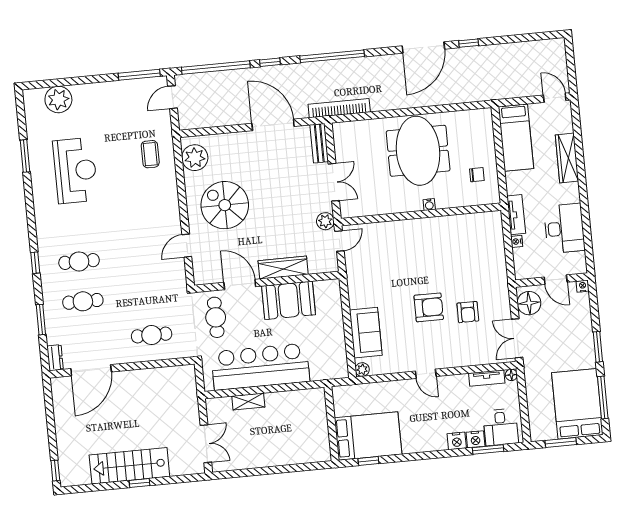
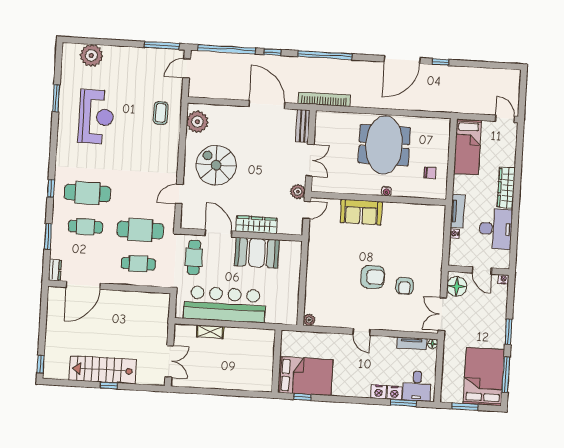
wardrobe: (567, 158) -> (506, 188), moved
cafe table: (79, 261) -> (87, 193), width x1.37, depth x1.35
cafe table: (148, 295) -> (140, 230), added
sofa: (366, 333) -> (361, 212), moved, turned 90

